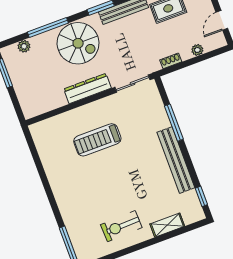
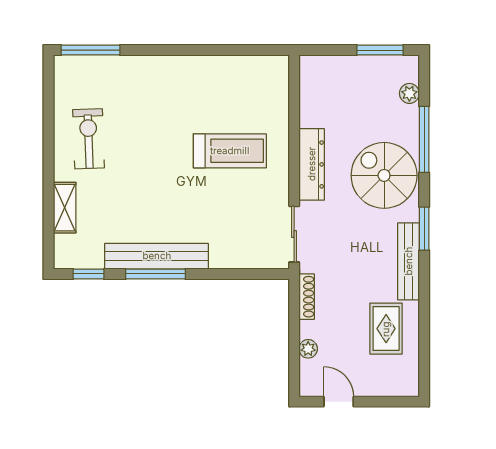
spiral stairs: (78, 43) -> (384, 175), turned 90
shoe rack: (171, 61) -> (307, 297), width x1.43
window: (174, 123) -> (155, 274), moved
treadmill: (97, 140) -> (230, 151), turned 90

